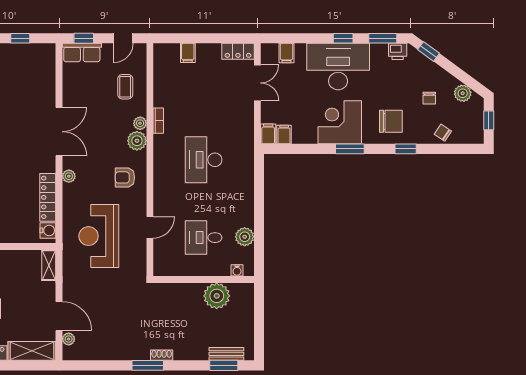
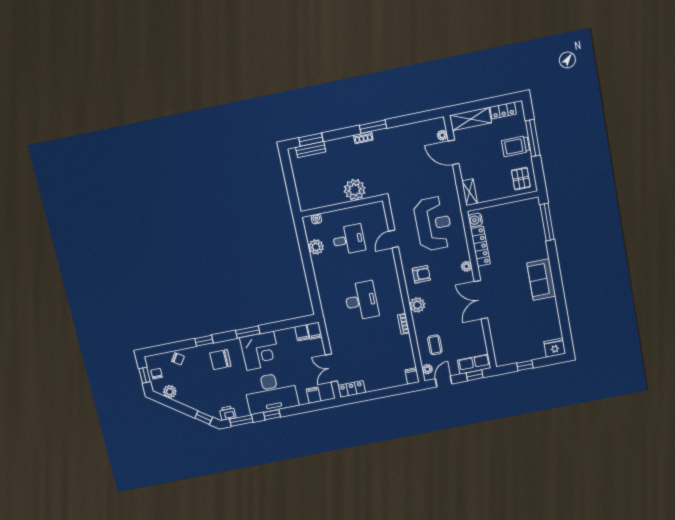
filing cabinet: (188, 53) -> (412, 376), moved
chair: (429, 98) -> (157, 374), moved
plant: (140, 123) -> (427, 369), moved
plant: (217, 296) -> (355, 190), moved

